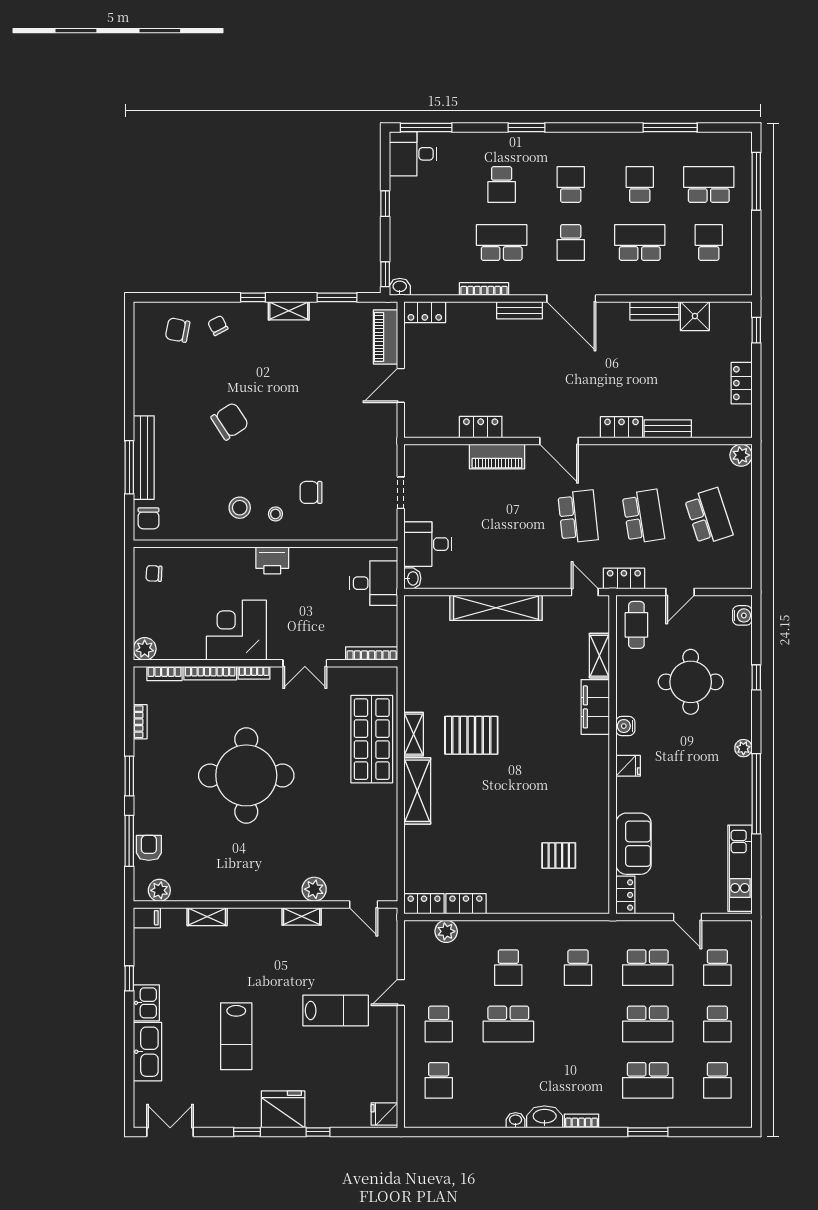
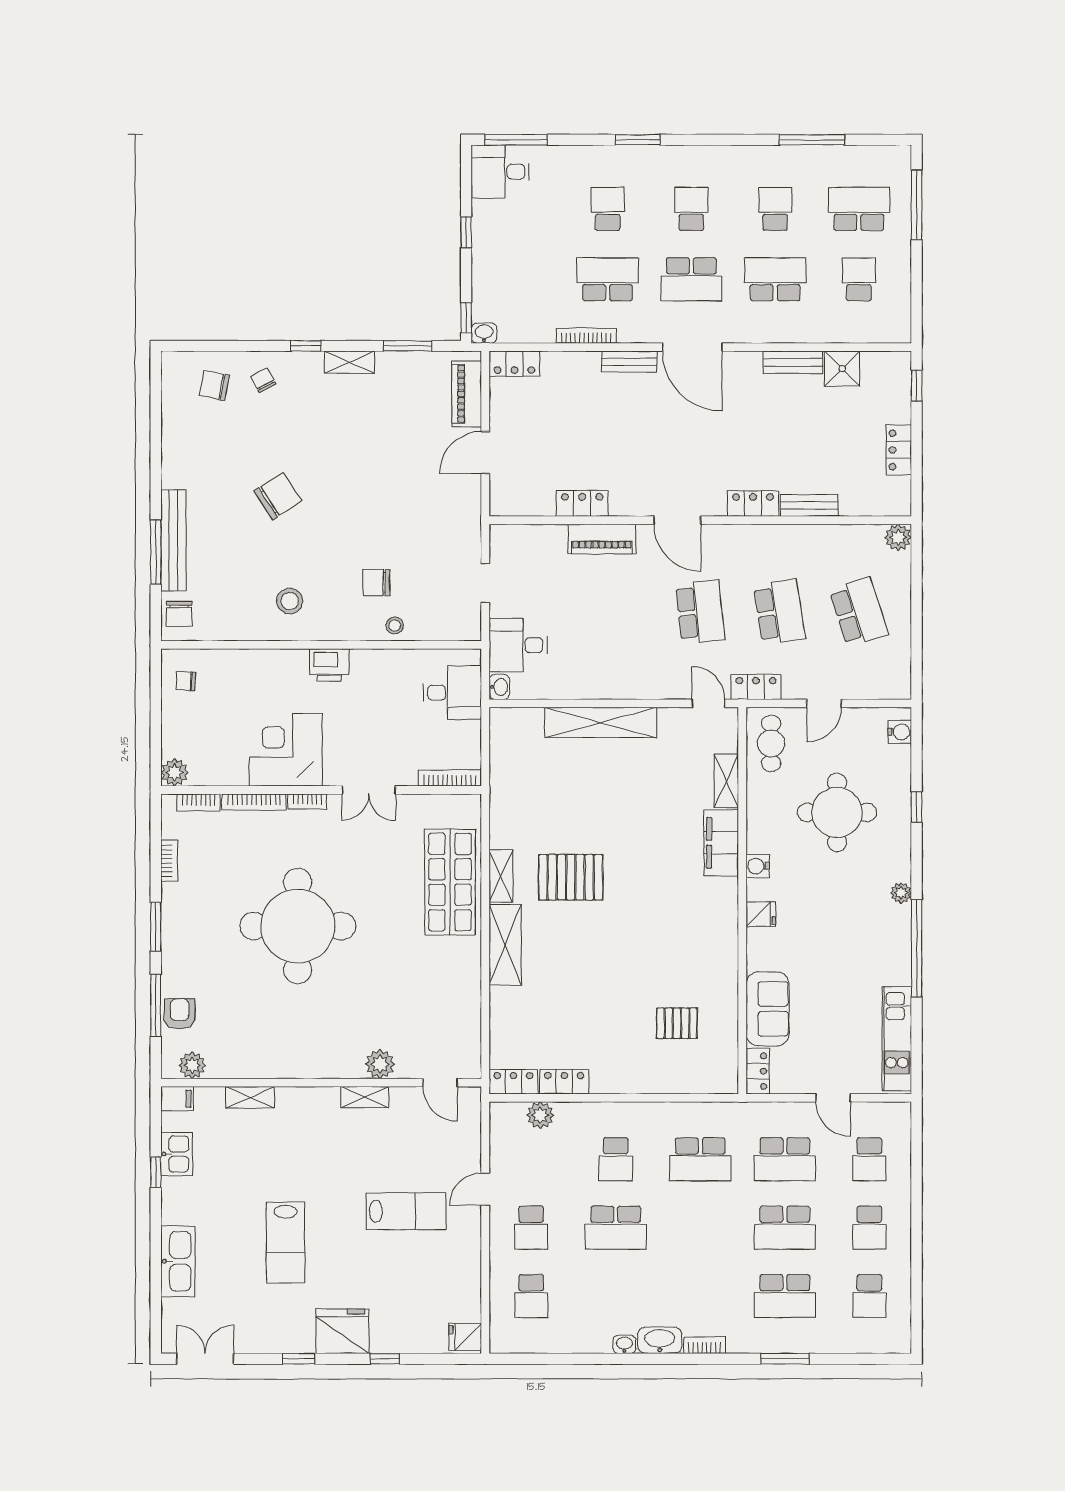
school desk: (502, 184) -> (608, 209), turned 180
school desk: (571, 242) -> (691, 279), width x1.85
stool: (275, 514) -> (395, 626), moved
school desk: (578, 968) -> (700, 1159), width x1.85
kitchen sink: (146, 1003) -> (177, 1154), moved

